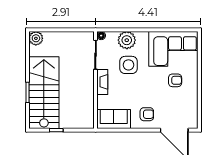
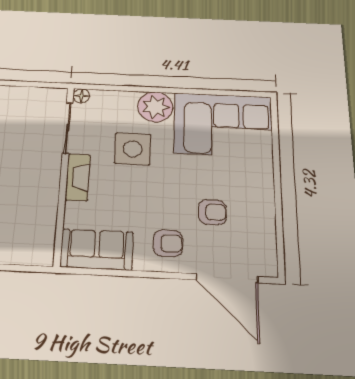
plant: (127, 40) -> (155, 107), moved
armchair: (175, 80) -> (212, 212), moved

